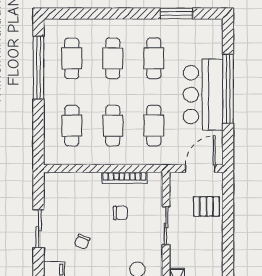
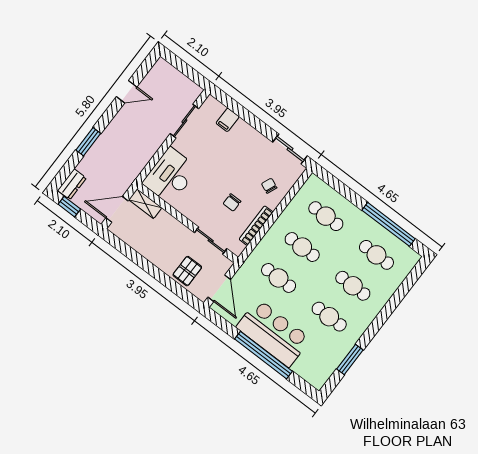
sliding door: (166, 226) -> (211, 241), moved
sliding door: (38, 229) -> (290, 149), moved
chair: (82, 242) -> (269, 186), moved

